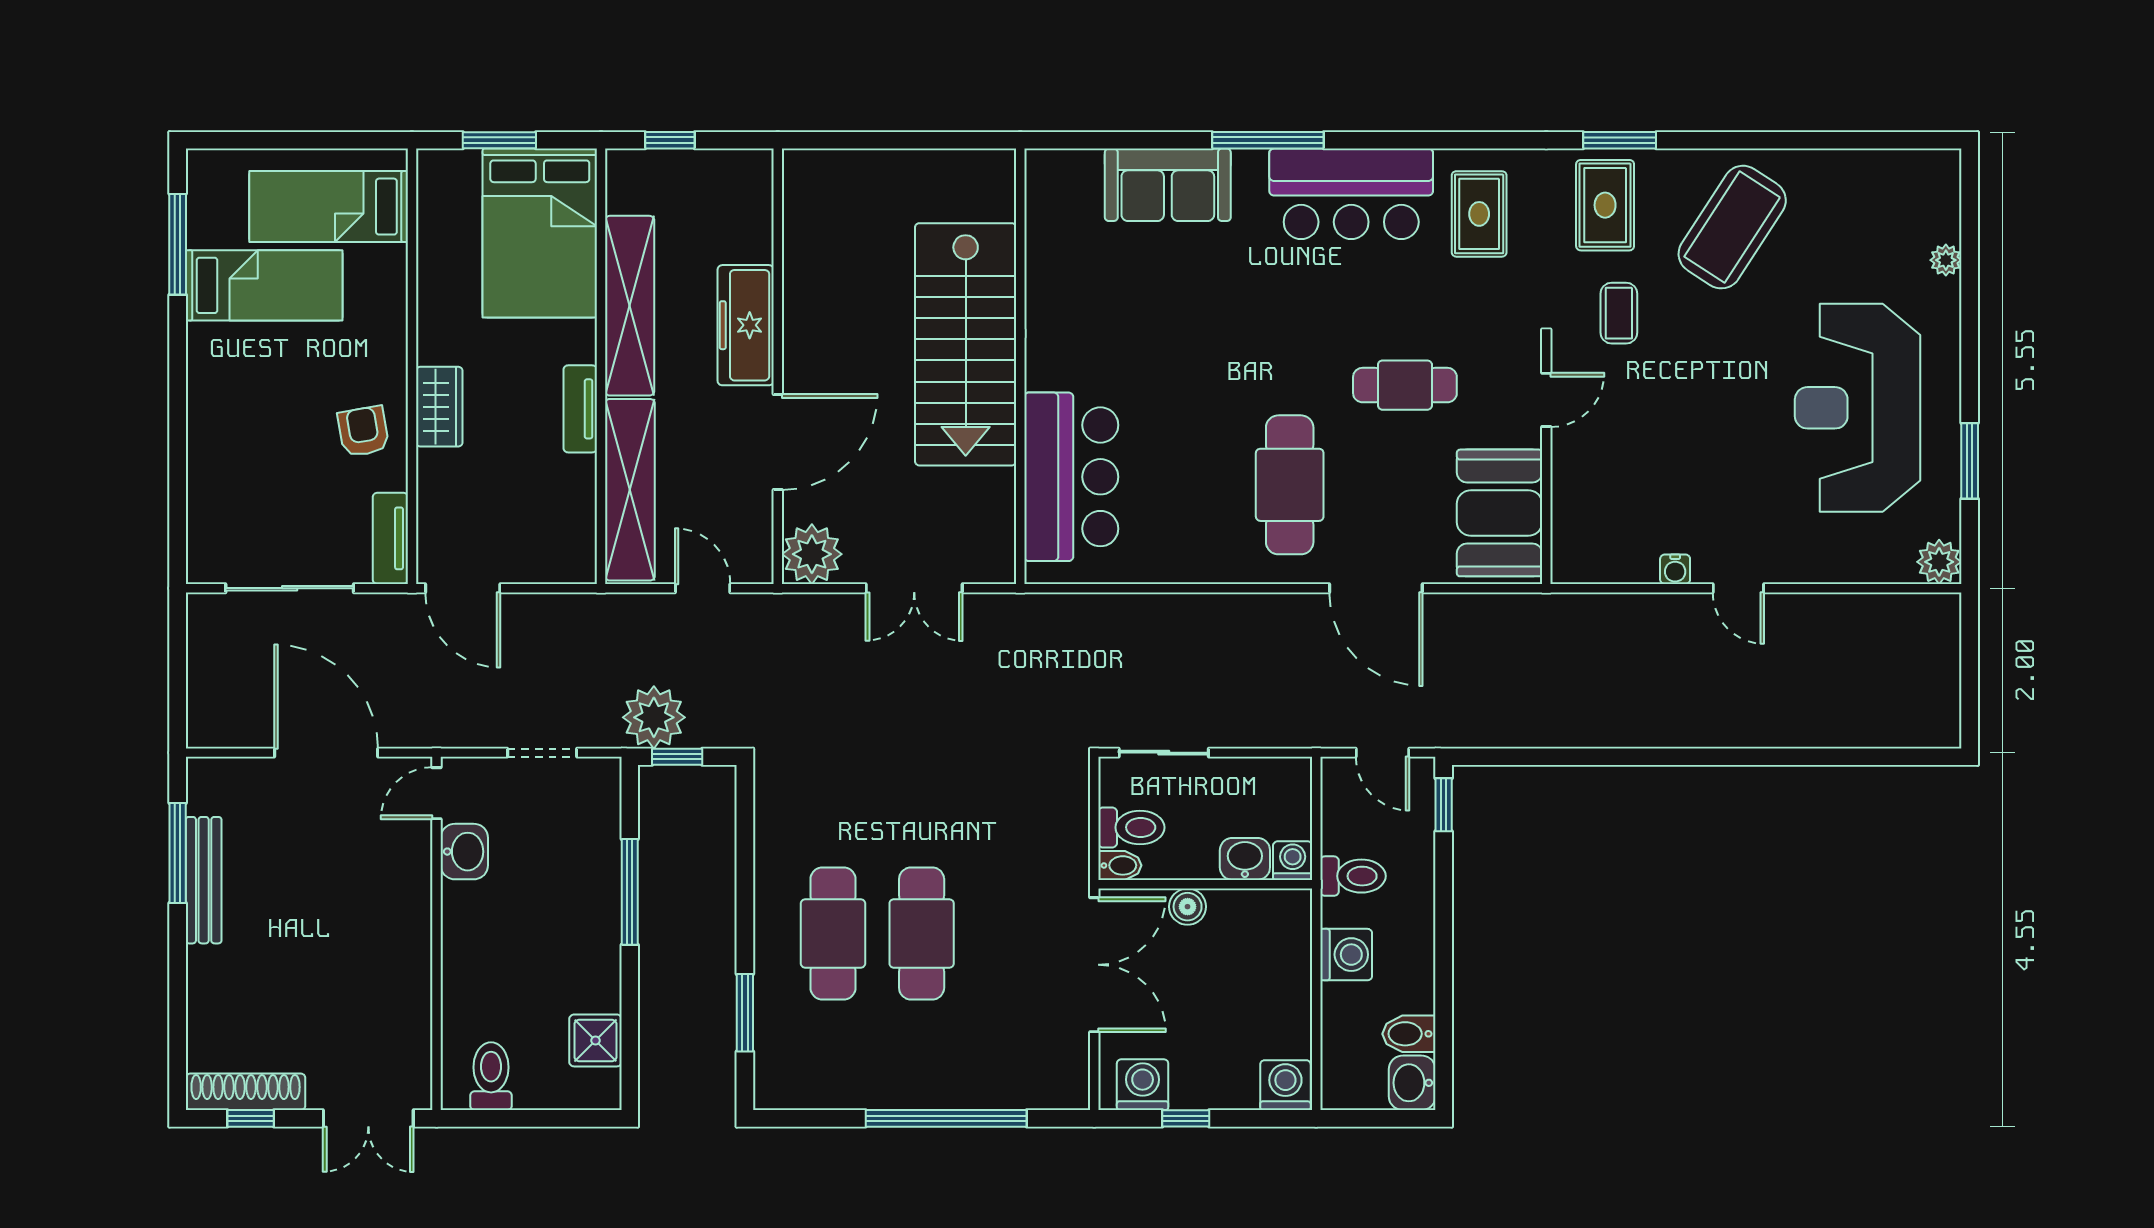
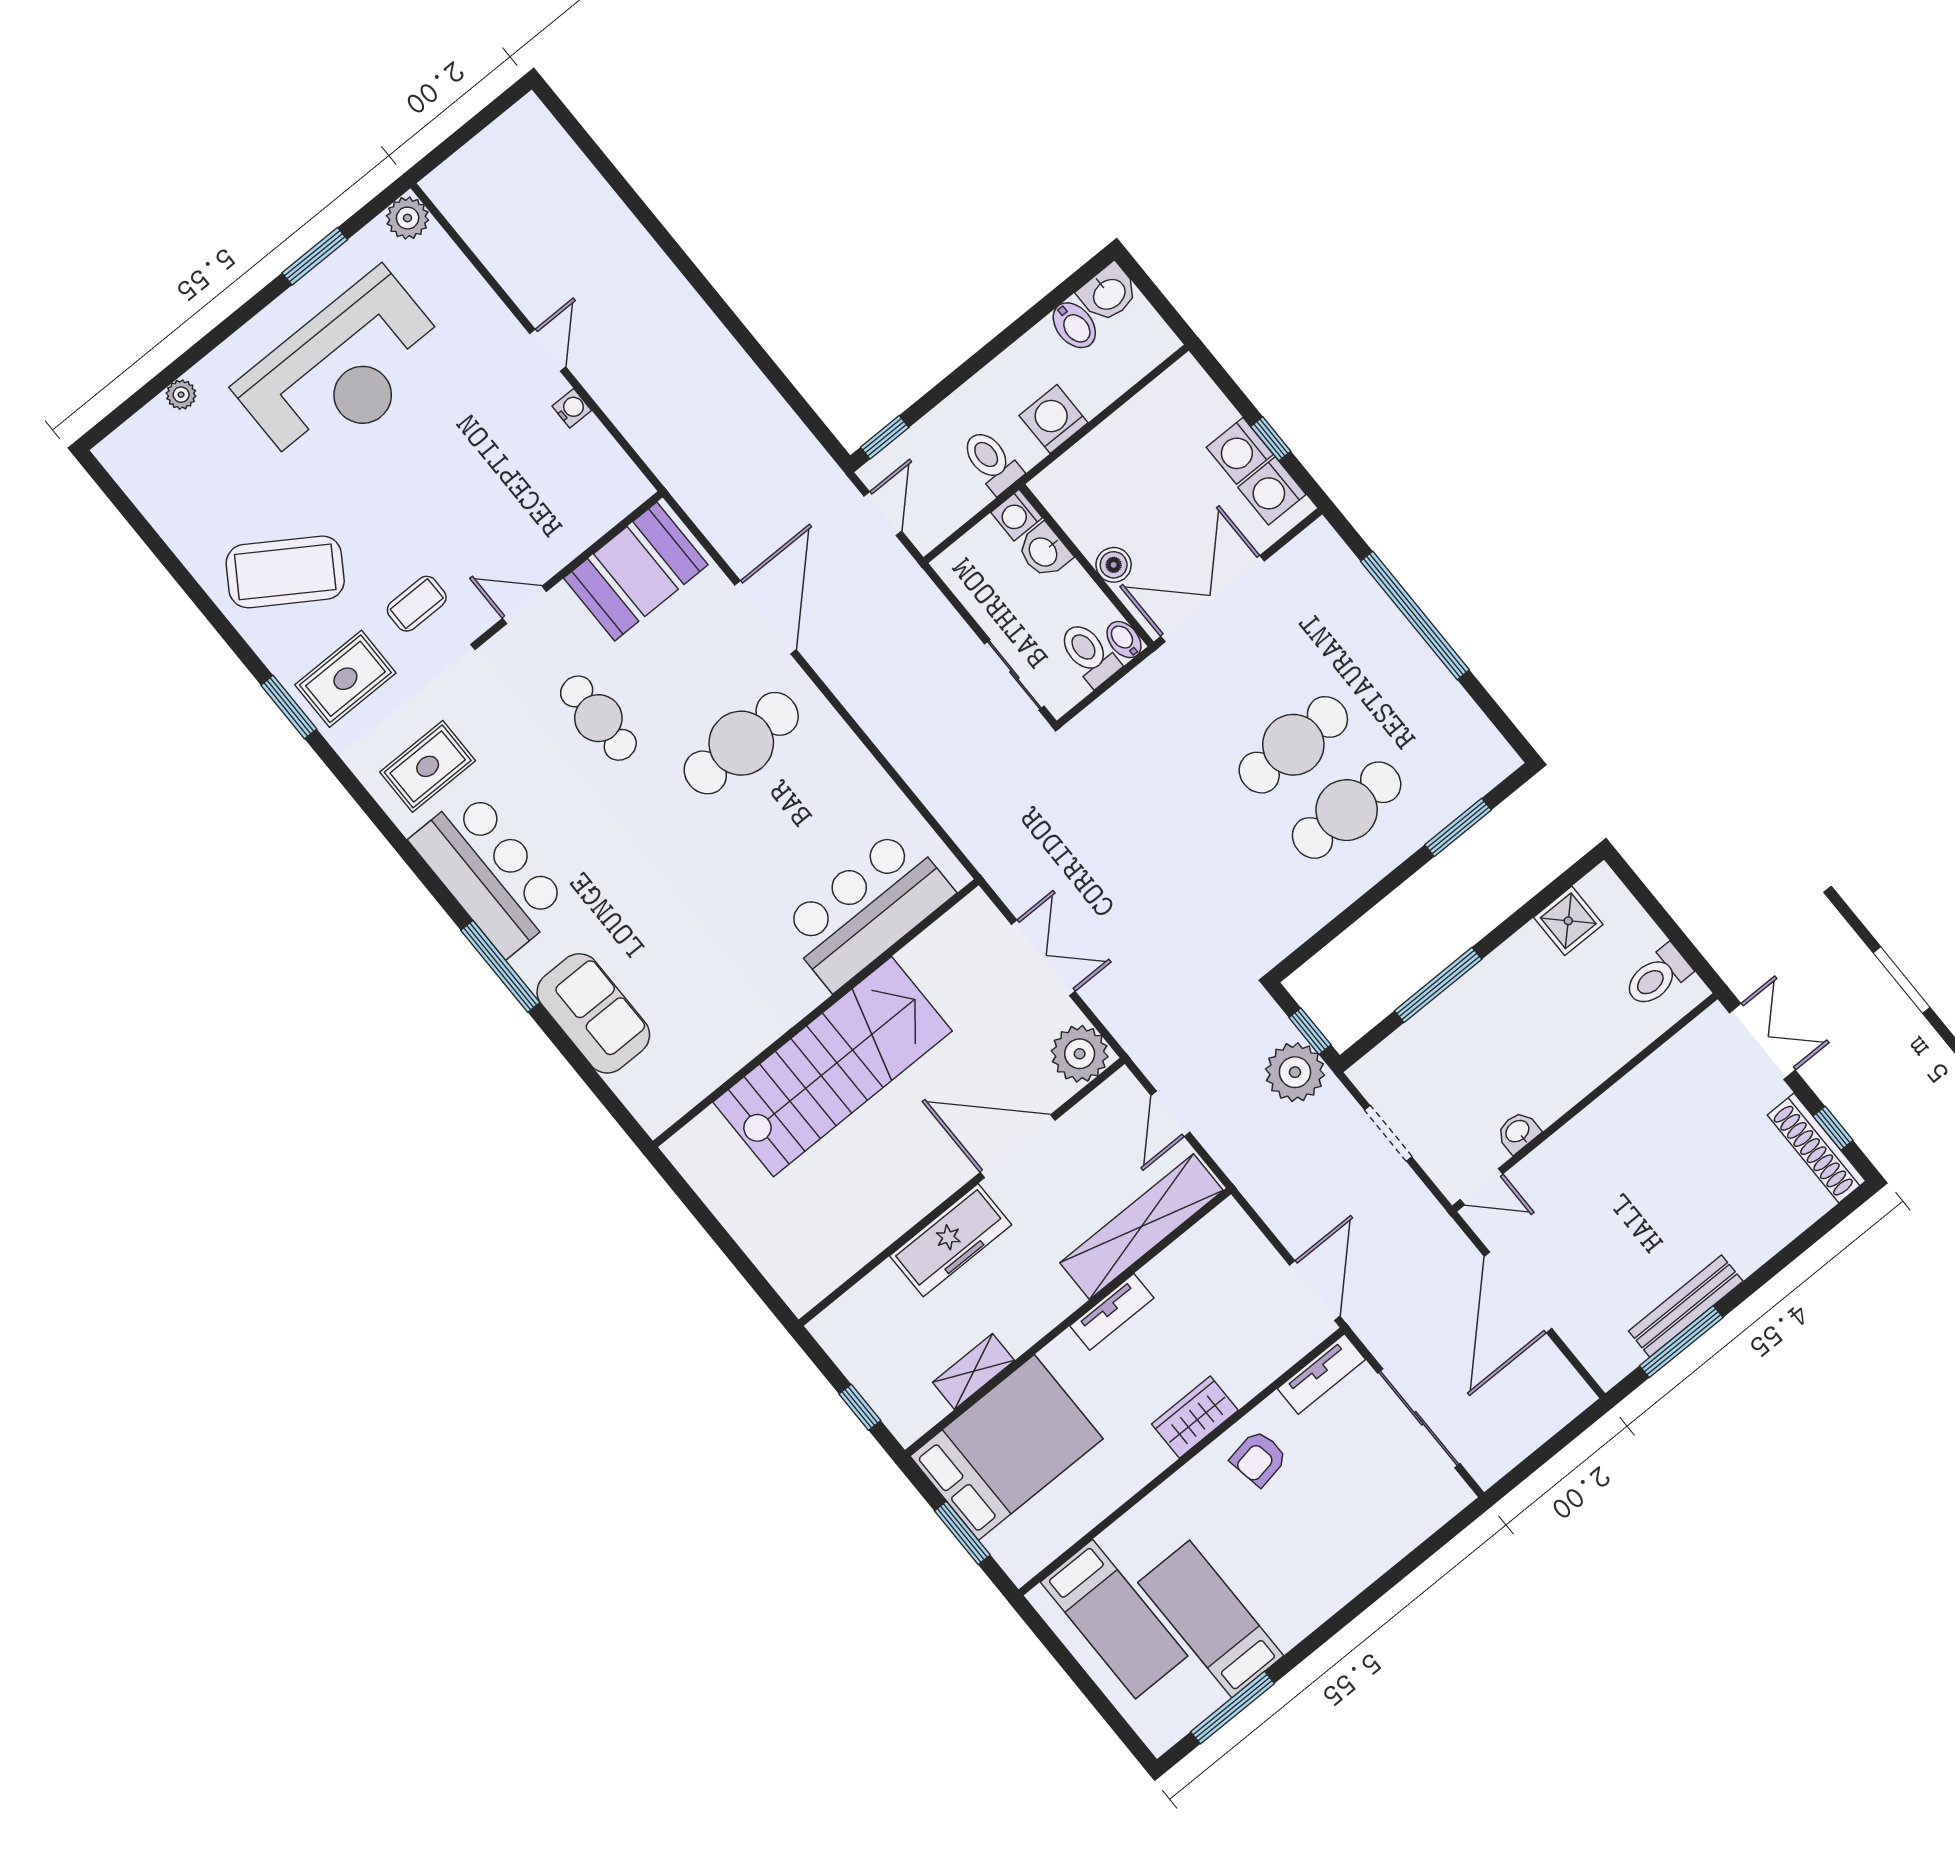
shelving: (630, 306) -> (974, 1371), width x0.45, depth x0.75
washbasin: (464, 852) -> (1518, 1132), width x0.72, depth x0.69
washing machine: (1285, 1085) -> (1240, 451), moved

